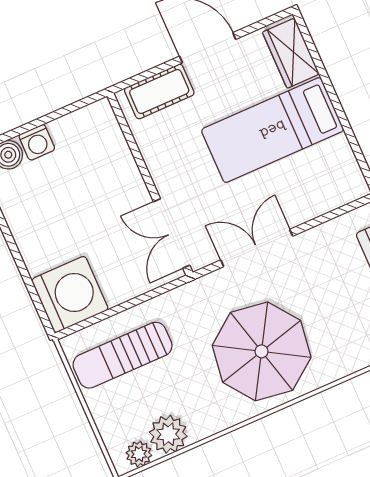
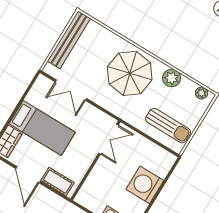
double door: (257, 248) -> (71, 90), moved
washing machine: (70, 294) -> (145, 185), moved
plant: (168, 434) -> (172, 78), moved

